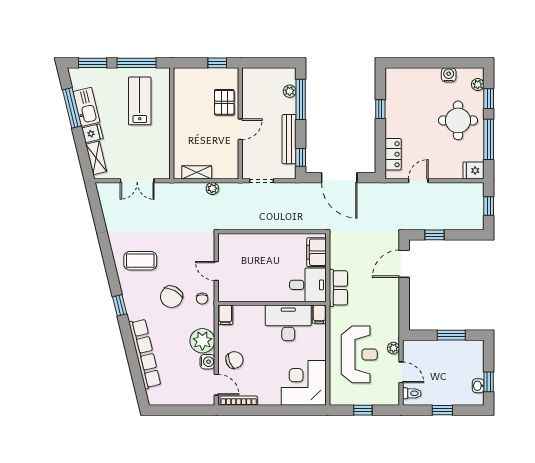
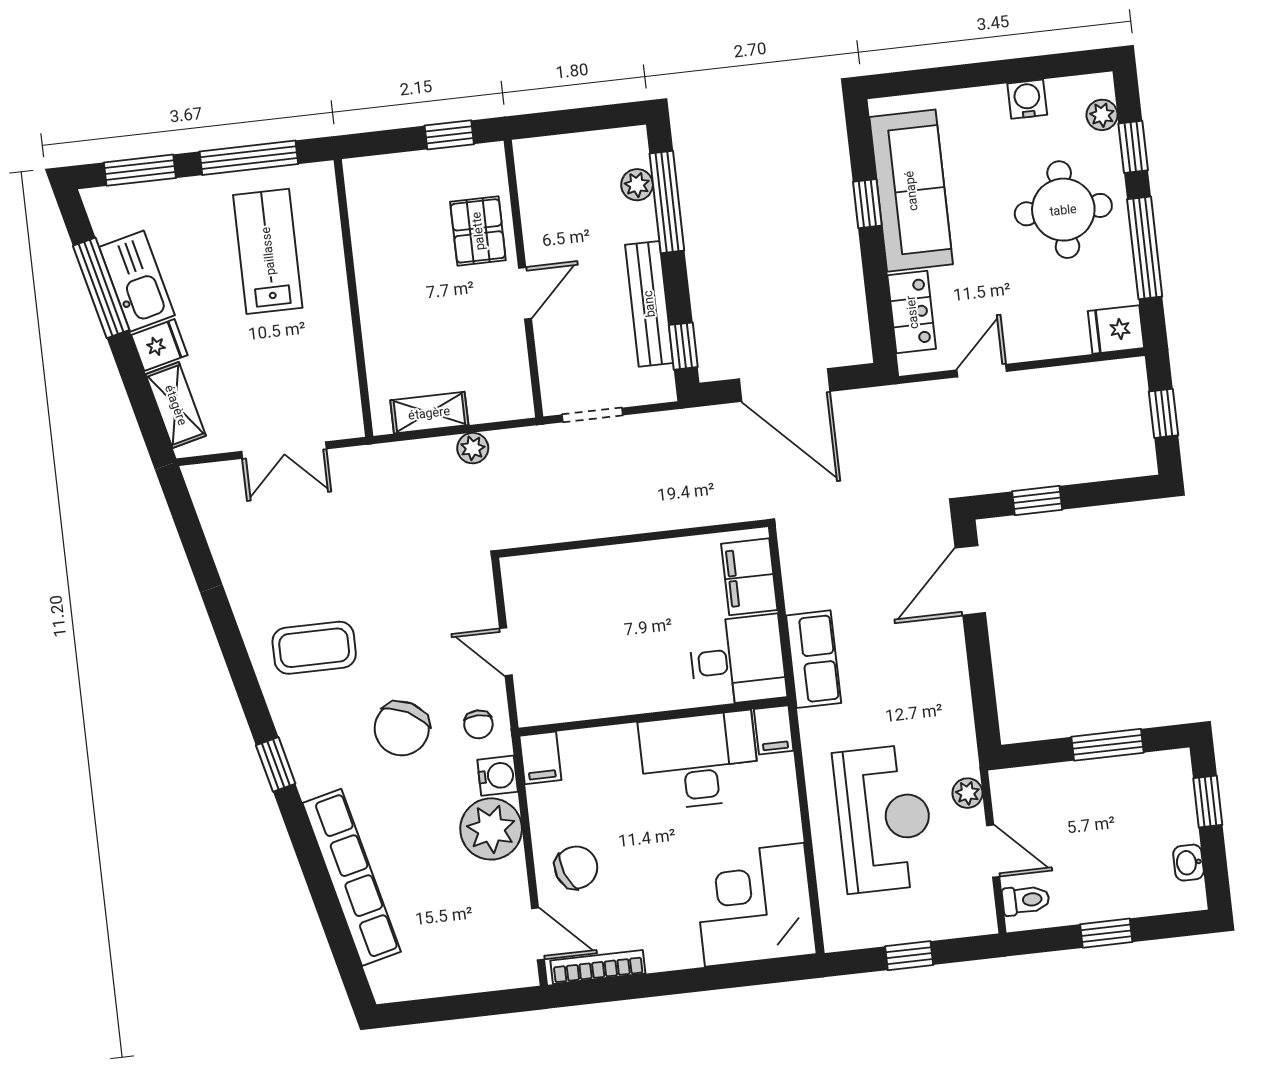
sofa: (398, 106) -> (911, 191), added
water cooler: (207, 362) -> (498, 776), moved
window: (489, 382) -> (1208, 801), moved

